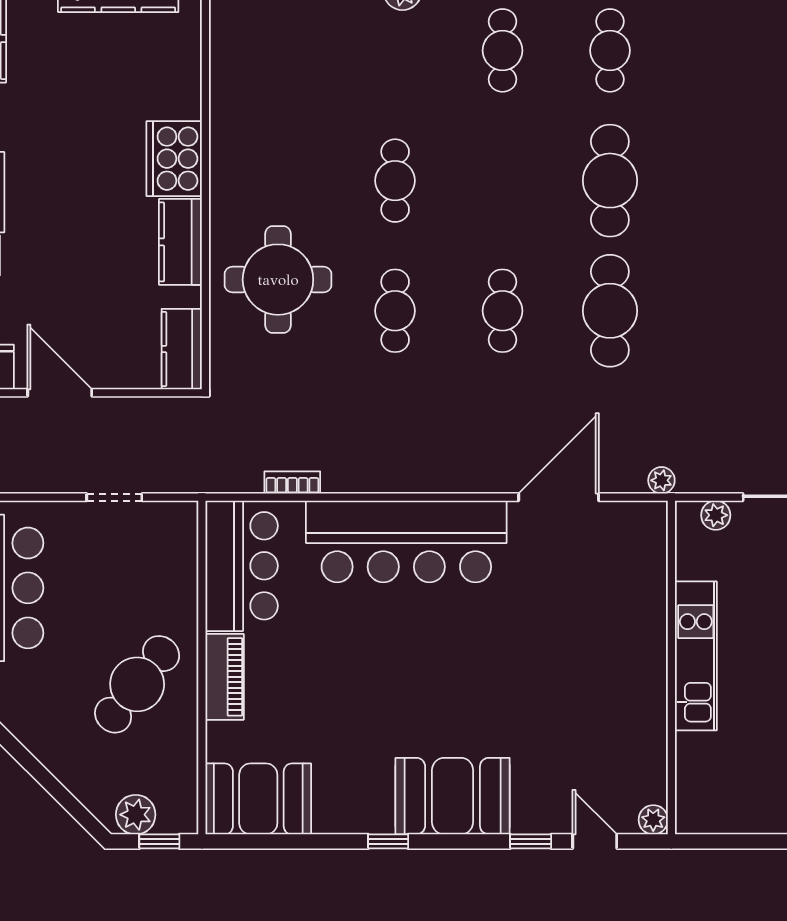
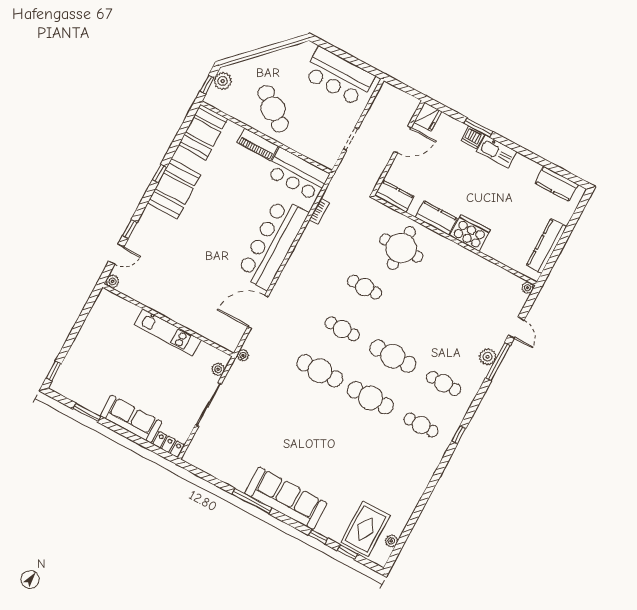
cafe table: (395, 181) -> (393, 356), moved, width x1.37, depth x1.35
door: (559, 497) -> (258, 312), swing flipped
booth: (453, 796) -> (174, 189), moved

